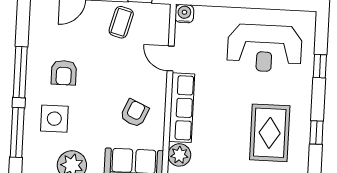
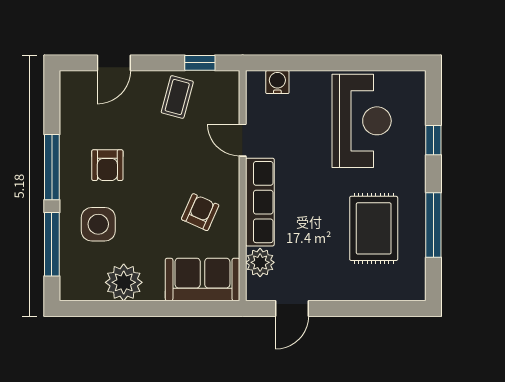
water cooler: (184, 14) -> (277, 82), moved
reception desk: (264, 48) -> (362, 121), turned -90
window: (316, 132) -> (433, 225), width x2.17

